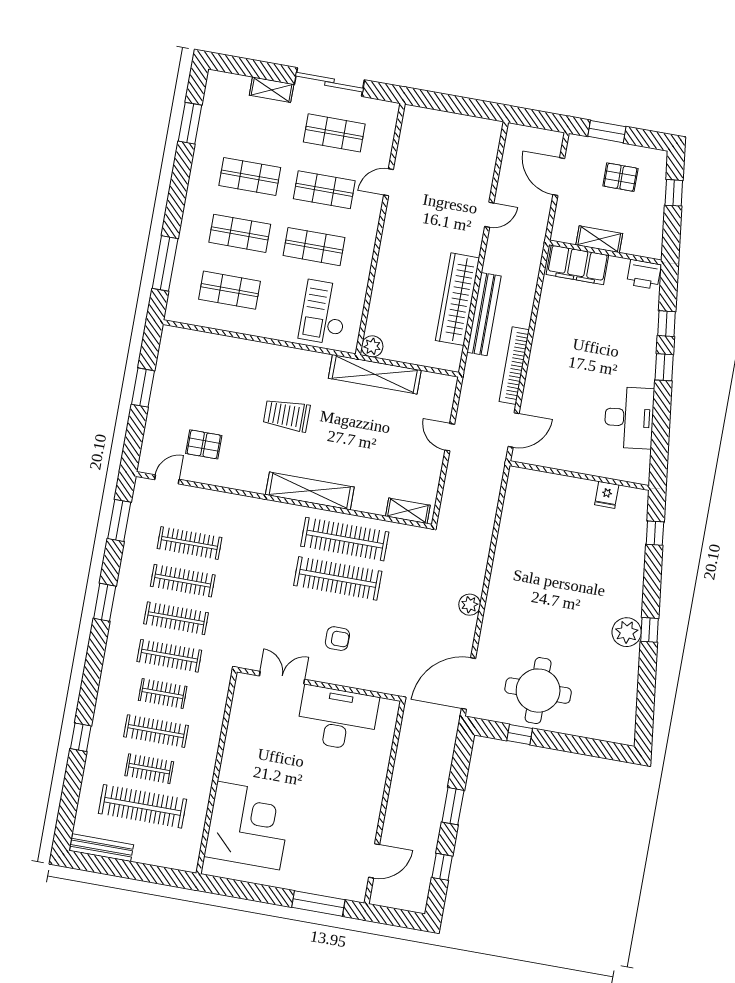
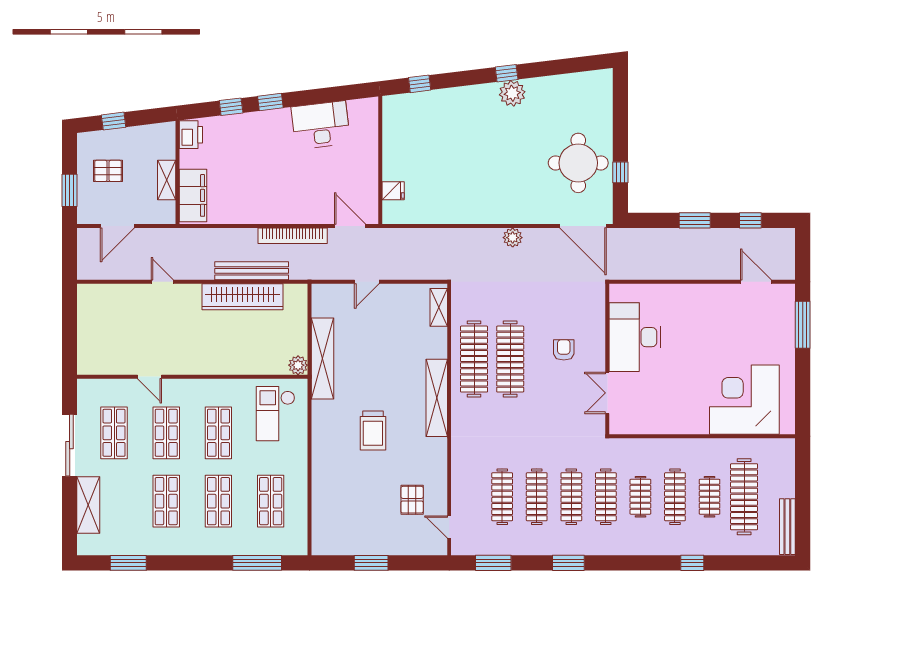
shelving: (272, 90) -> (88, 505), width x1.50, depth x1.33
pallet: (620, 177) -> (108, 171), turned 90
checkout: (324, 312) -> (275, 414), turned 90
fridge: (607, 495) -> (393, 191), moved

